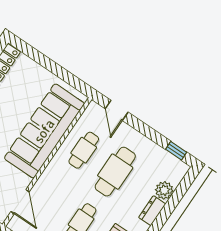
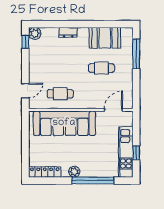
cafe table: (115, 172) -> (60, 68), removed
plant: (164, 190) -> (35, 33), moved

